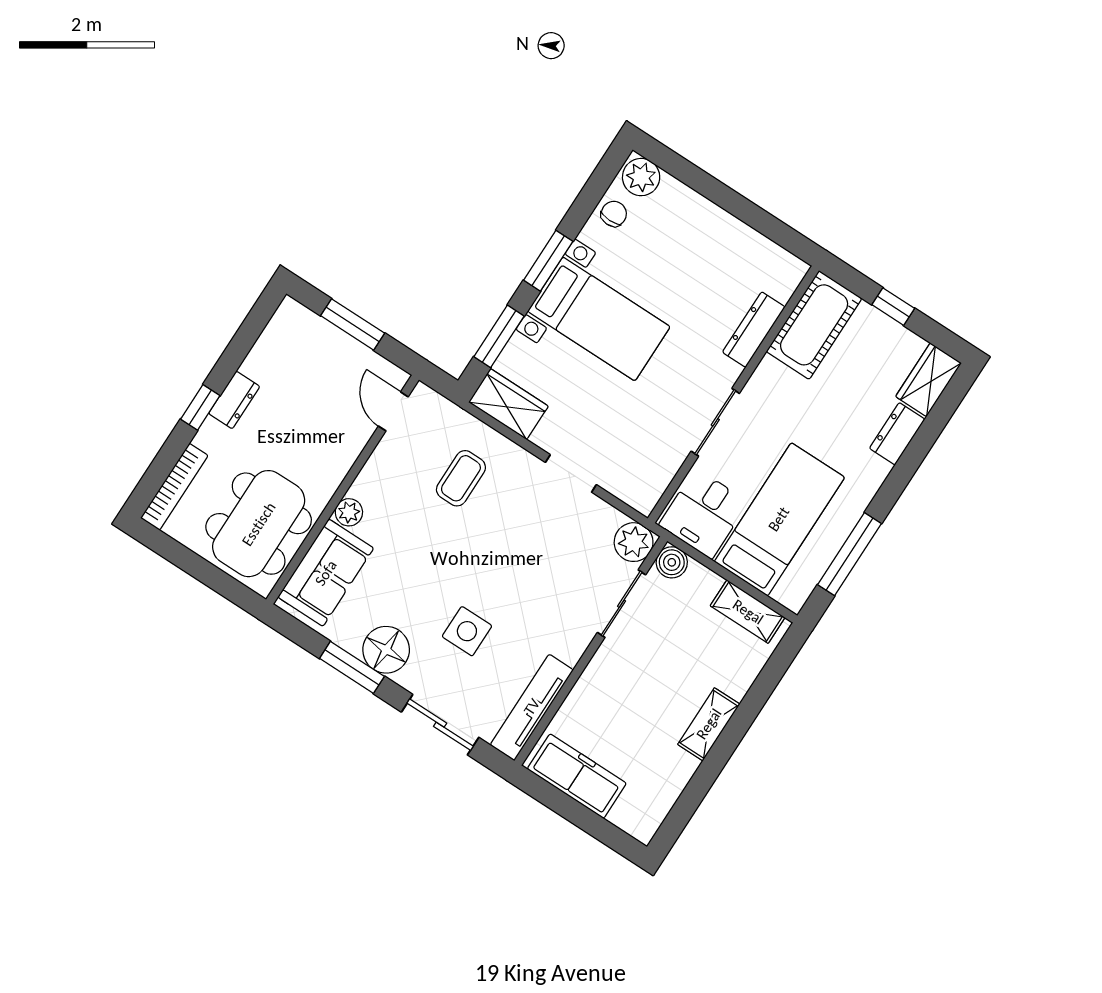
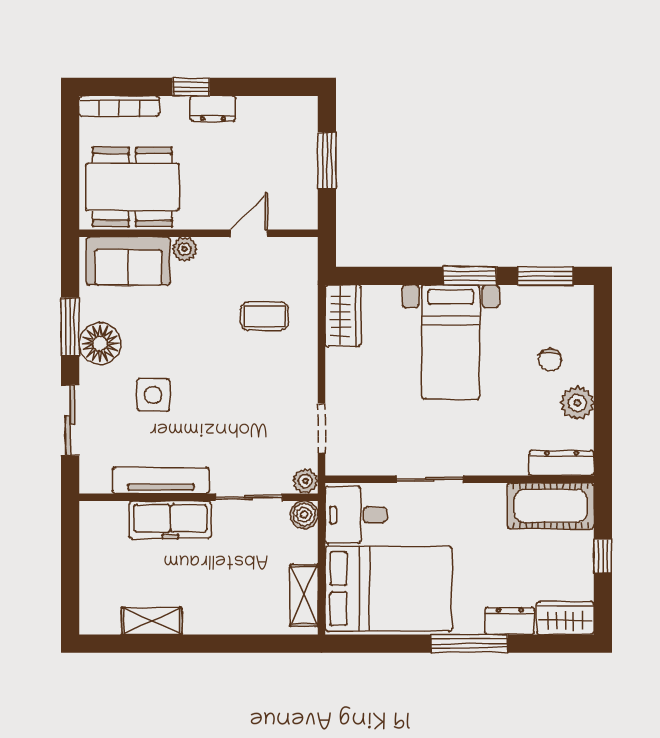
plant: (641, 177) -> (577, 403), moved
chair: (614, 214) -> (550, 360), moved, turned 89
dresser: (754, 330) -> (562, 463), moved
window: (499, 336) -> (546, 276), moved
door: (393, 411) -> (249, 233), moved
doorway: (571, 473) -> (322, 428), moved
bed: (779, 519) -> (388, 589), width x1.50
plant: (634, 542) -> (305, 481), width x0.73, depth x0.73
window: (849, 554) -> (469, 644), moved
tv unit: (532, 707) -> (161, 481), moved
shelving: (709, 724) -> (152, 621), moved
freezer: (577, 776) -> (170, 520), moved, turned 90

